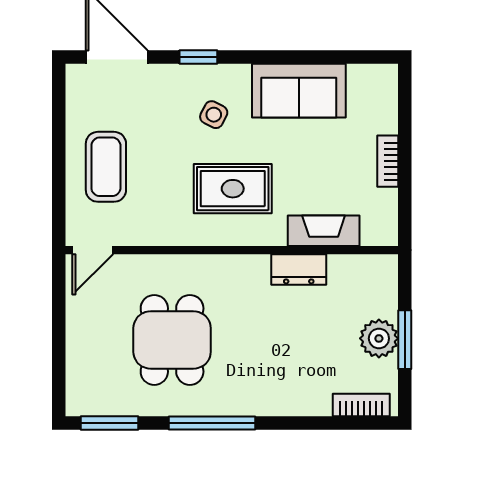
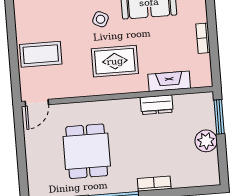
coffee table: (106, 167) -> (41, 54), turned 90
window: (405, 340) -> (219, 117), moved
bookcase: (361, 405) -> (154, 184), moved

